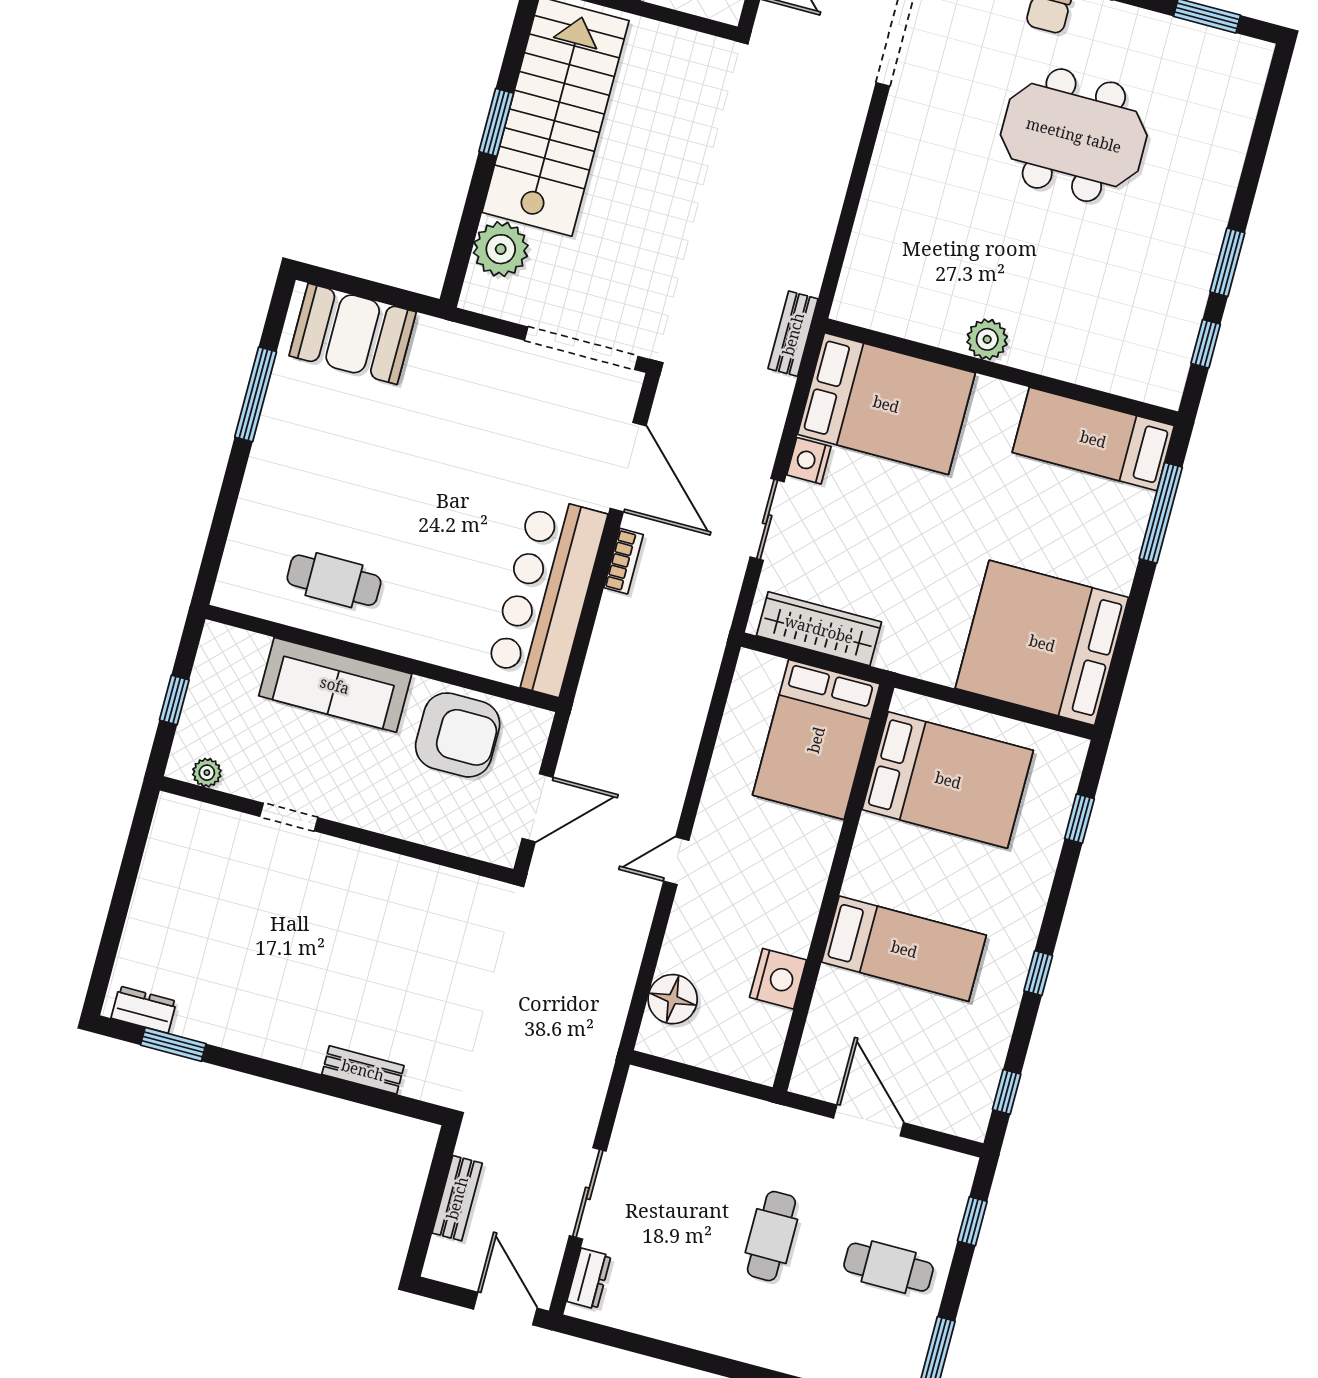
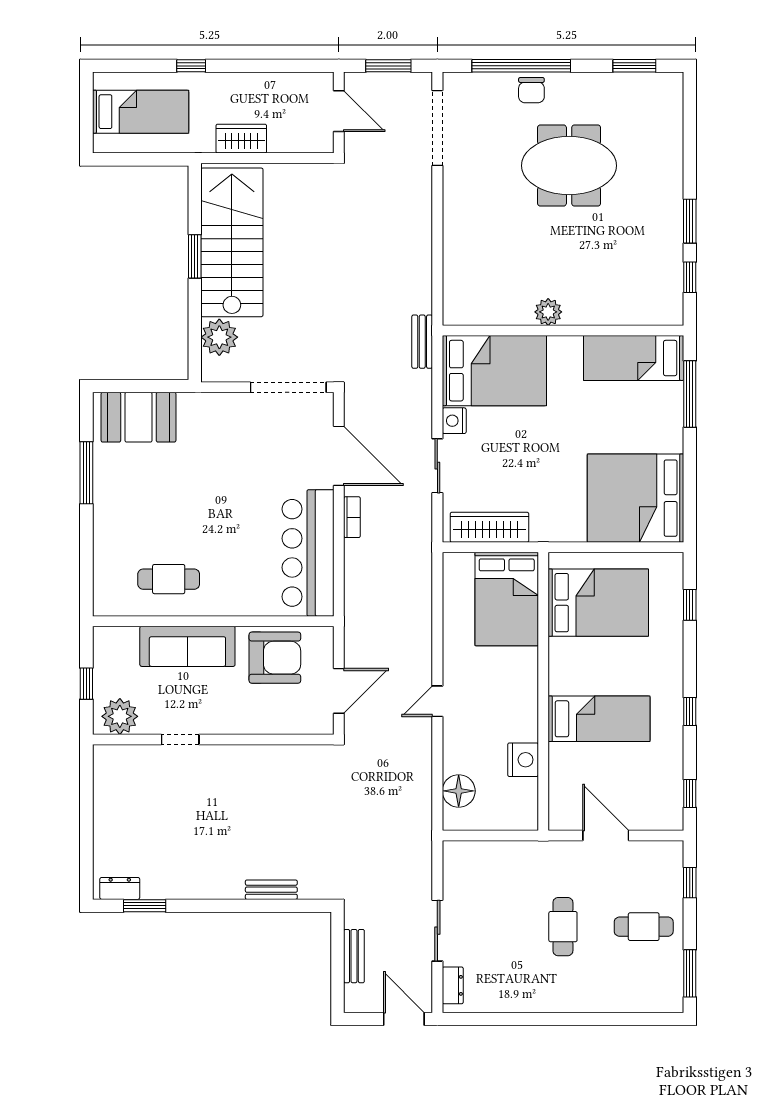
plant: (207, 773) -> (120, 716), width x1.87, depth x1.87

